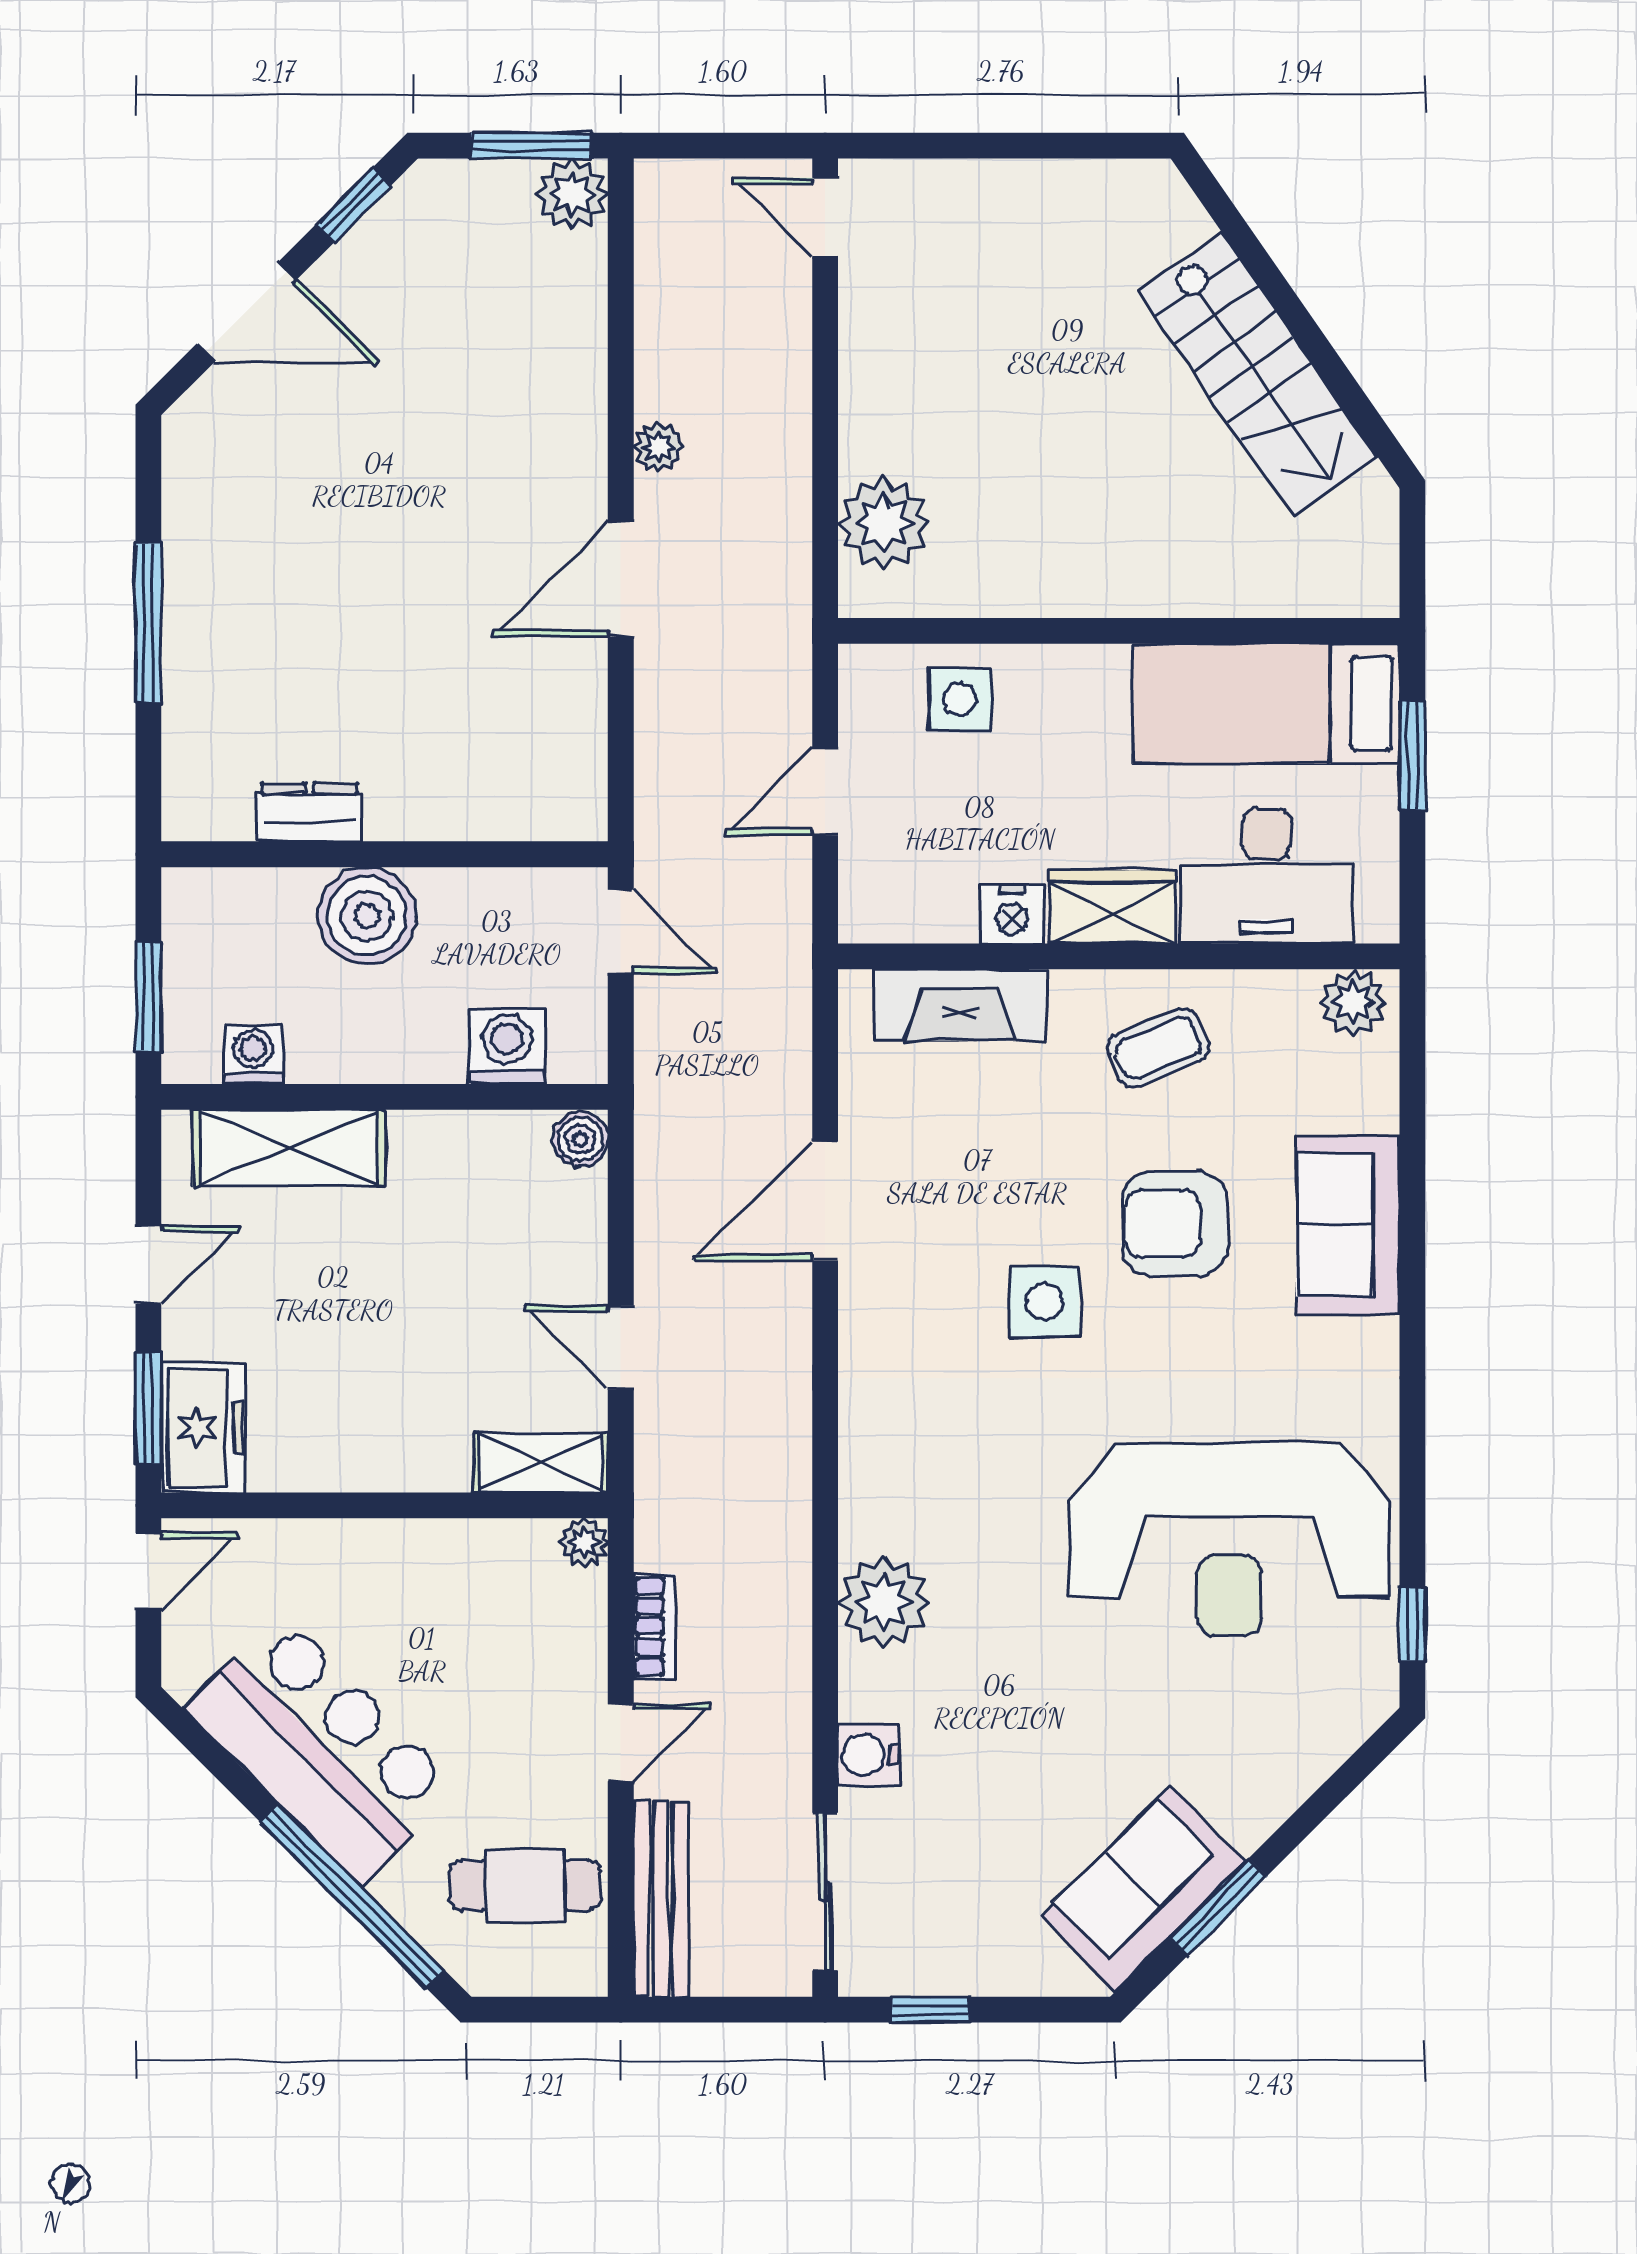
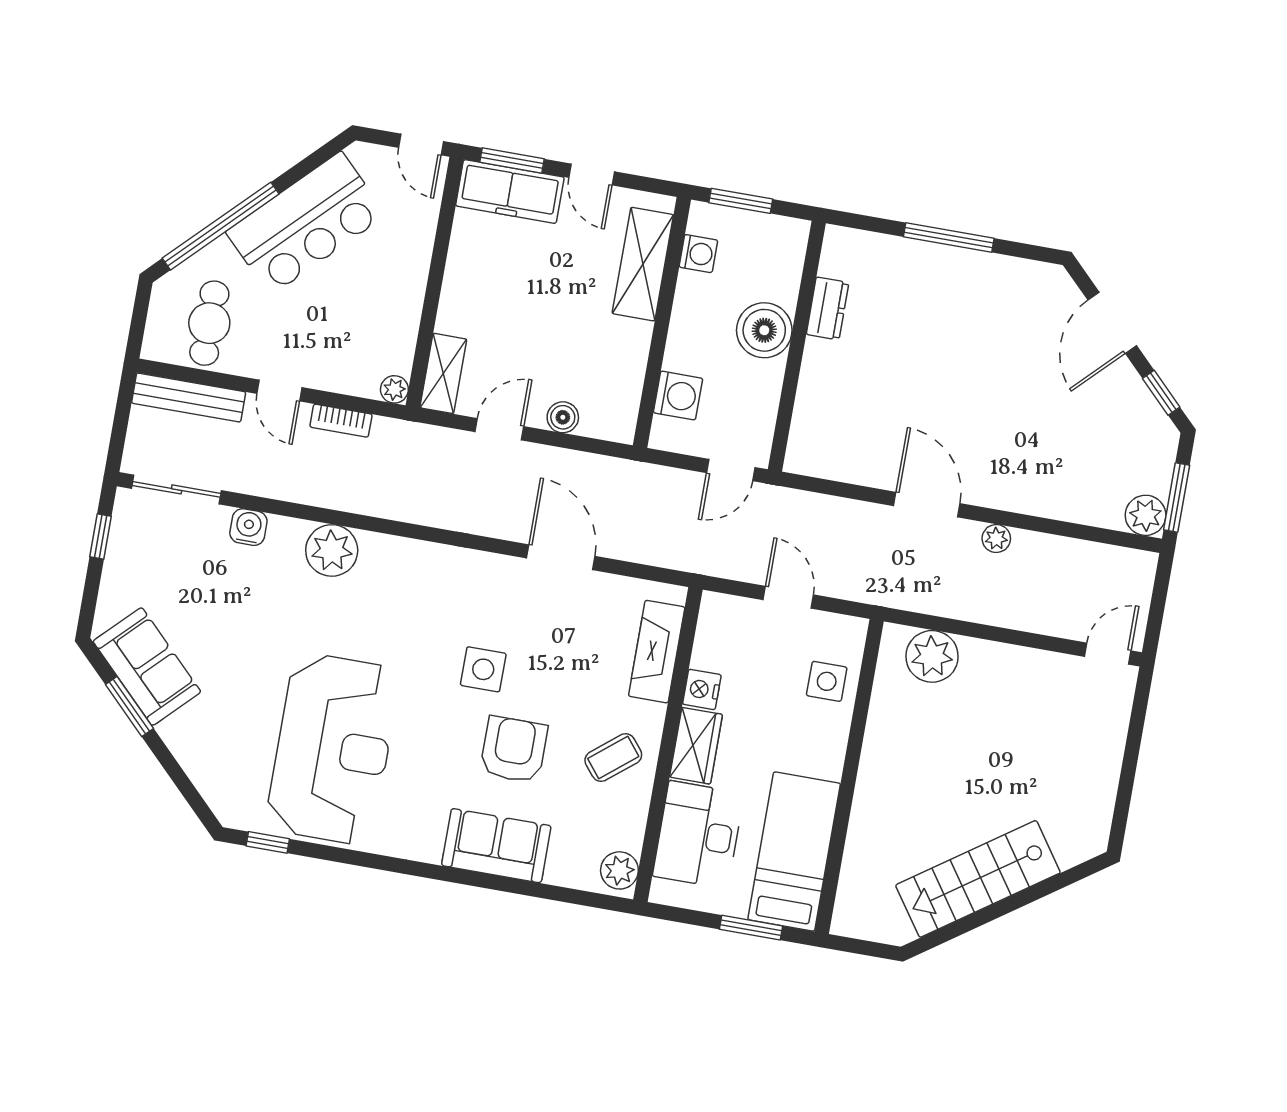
coffee table: (1158, 1048) -> (613, 758), turned 73
boiler: (580, 1139) -> (563, 417), moved
freezer: (203, 1428) -> (510, 192), width x1.40
reception desk: (1229, 1540) -> (333, 749), turned 180

